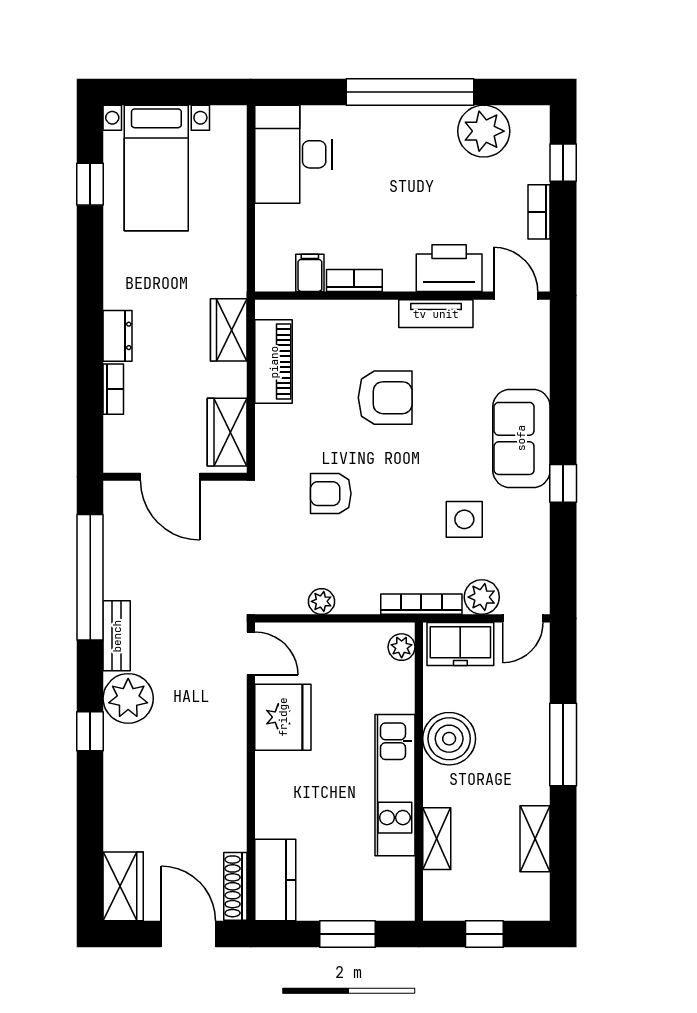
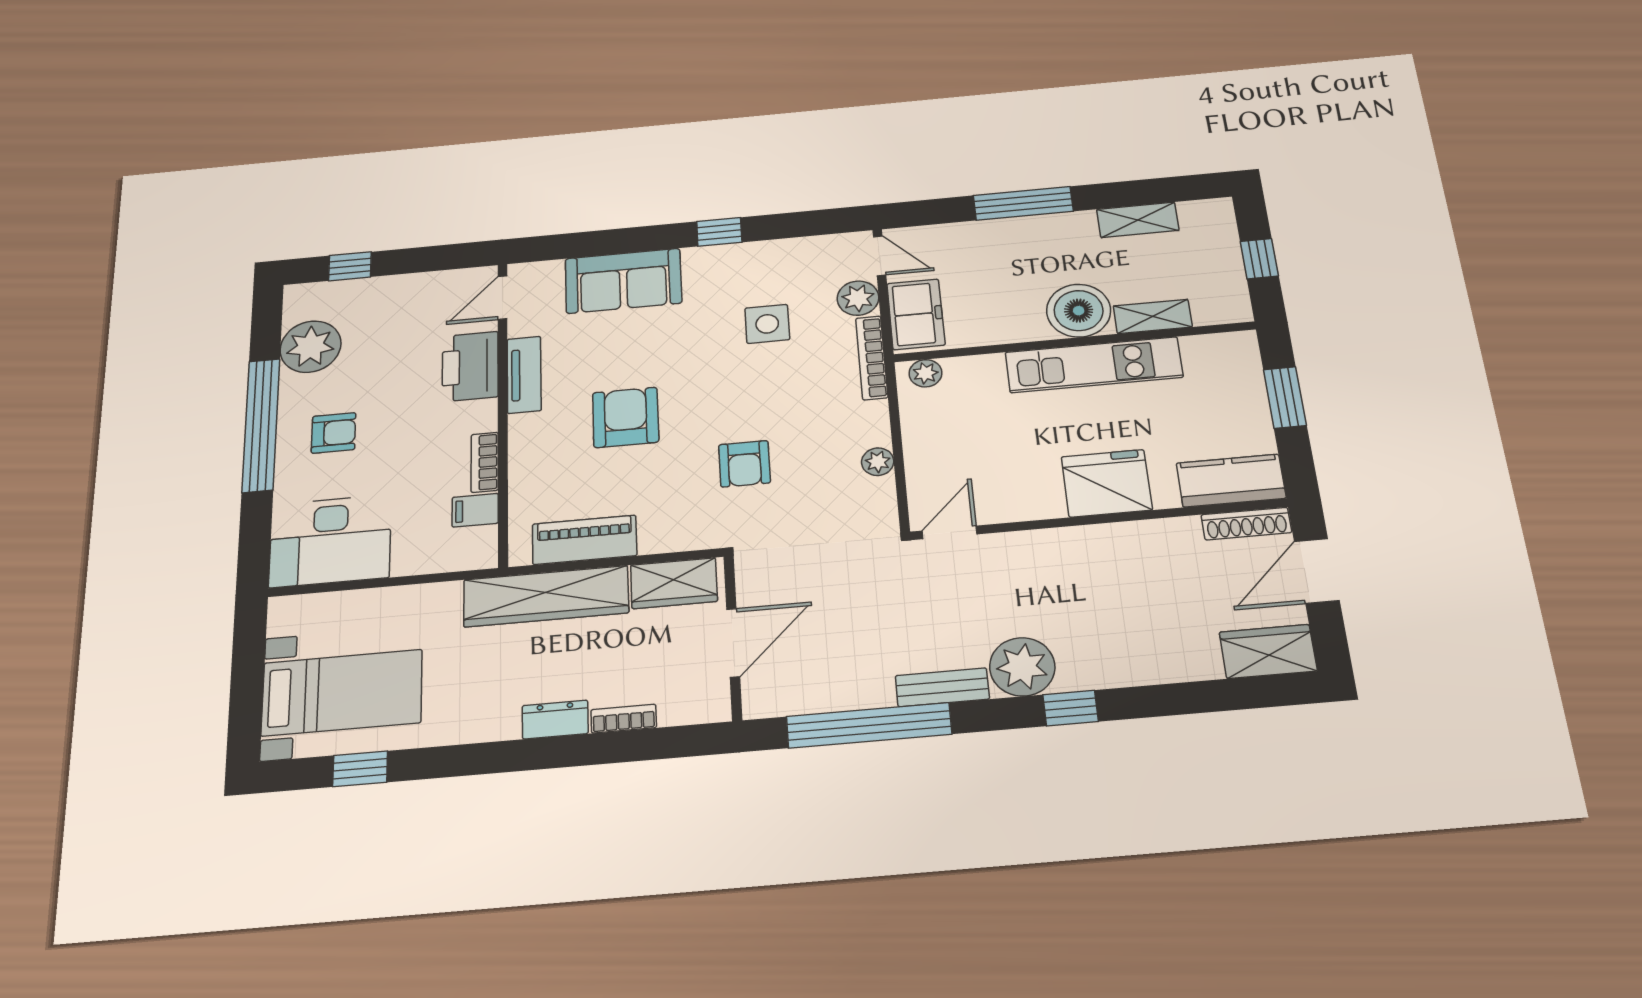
armchair: (396, 154) -> (334, 433), added
bookcase: (539, 212) -> (406, 284), removed
wardrobe: (229, 330) -> (546, 596), width x2.10, depth x1.17
sofa: (521, 438) -> (623, 281), moved
fridge: (283, 717) -> (1107, 483), moved
boiler: (449, 739) -> (1079, 311), moved

